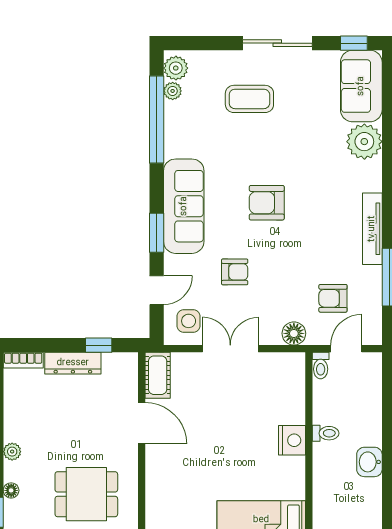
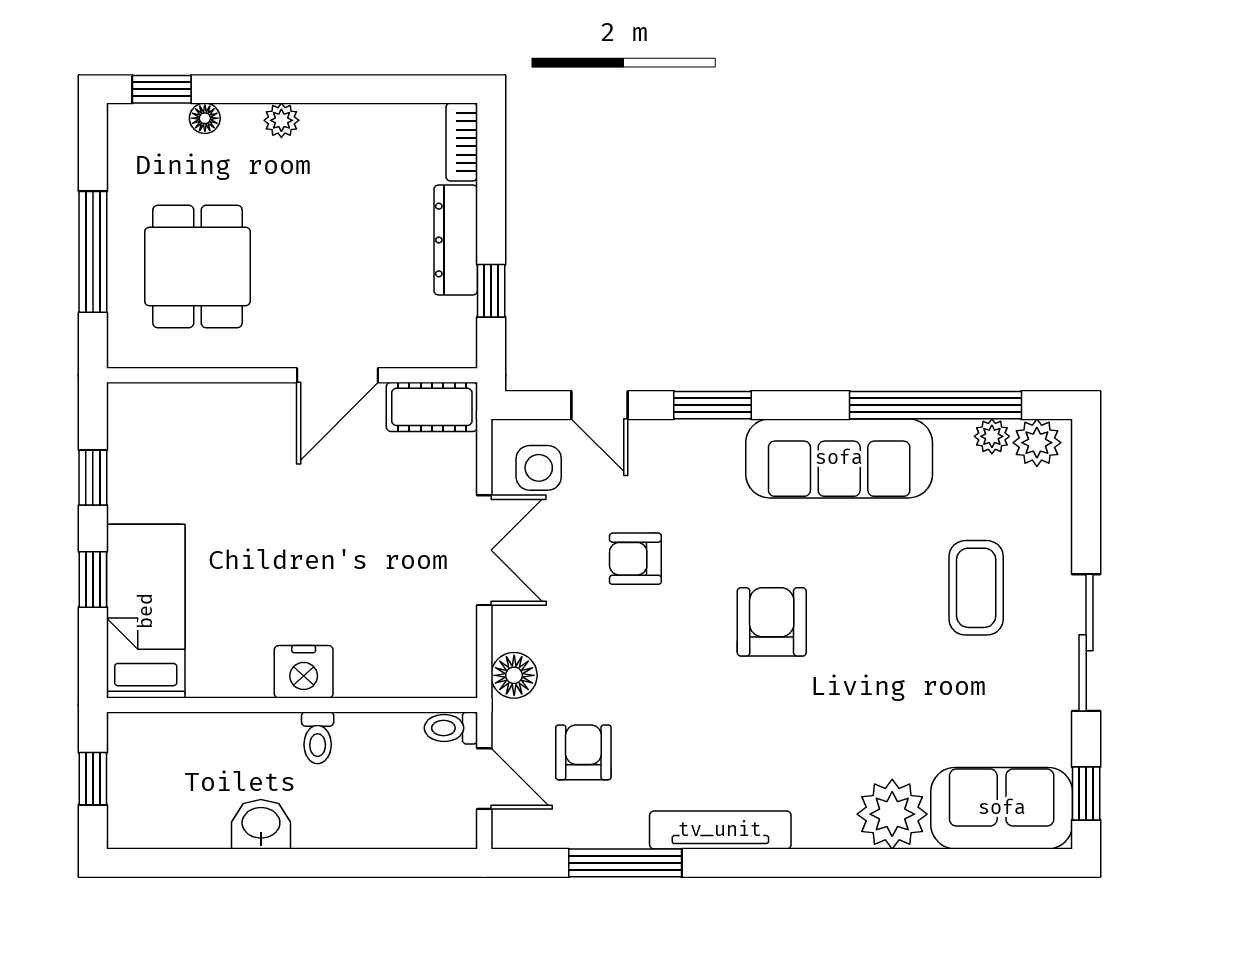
sofa: (184, 206) -> (839, 458), moved
armchair: (235, 272) -> (635, 559), turned 90

